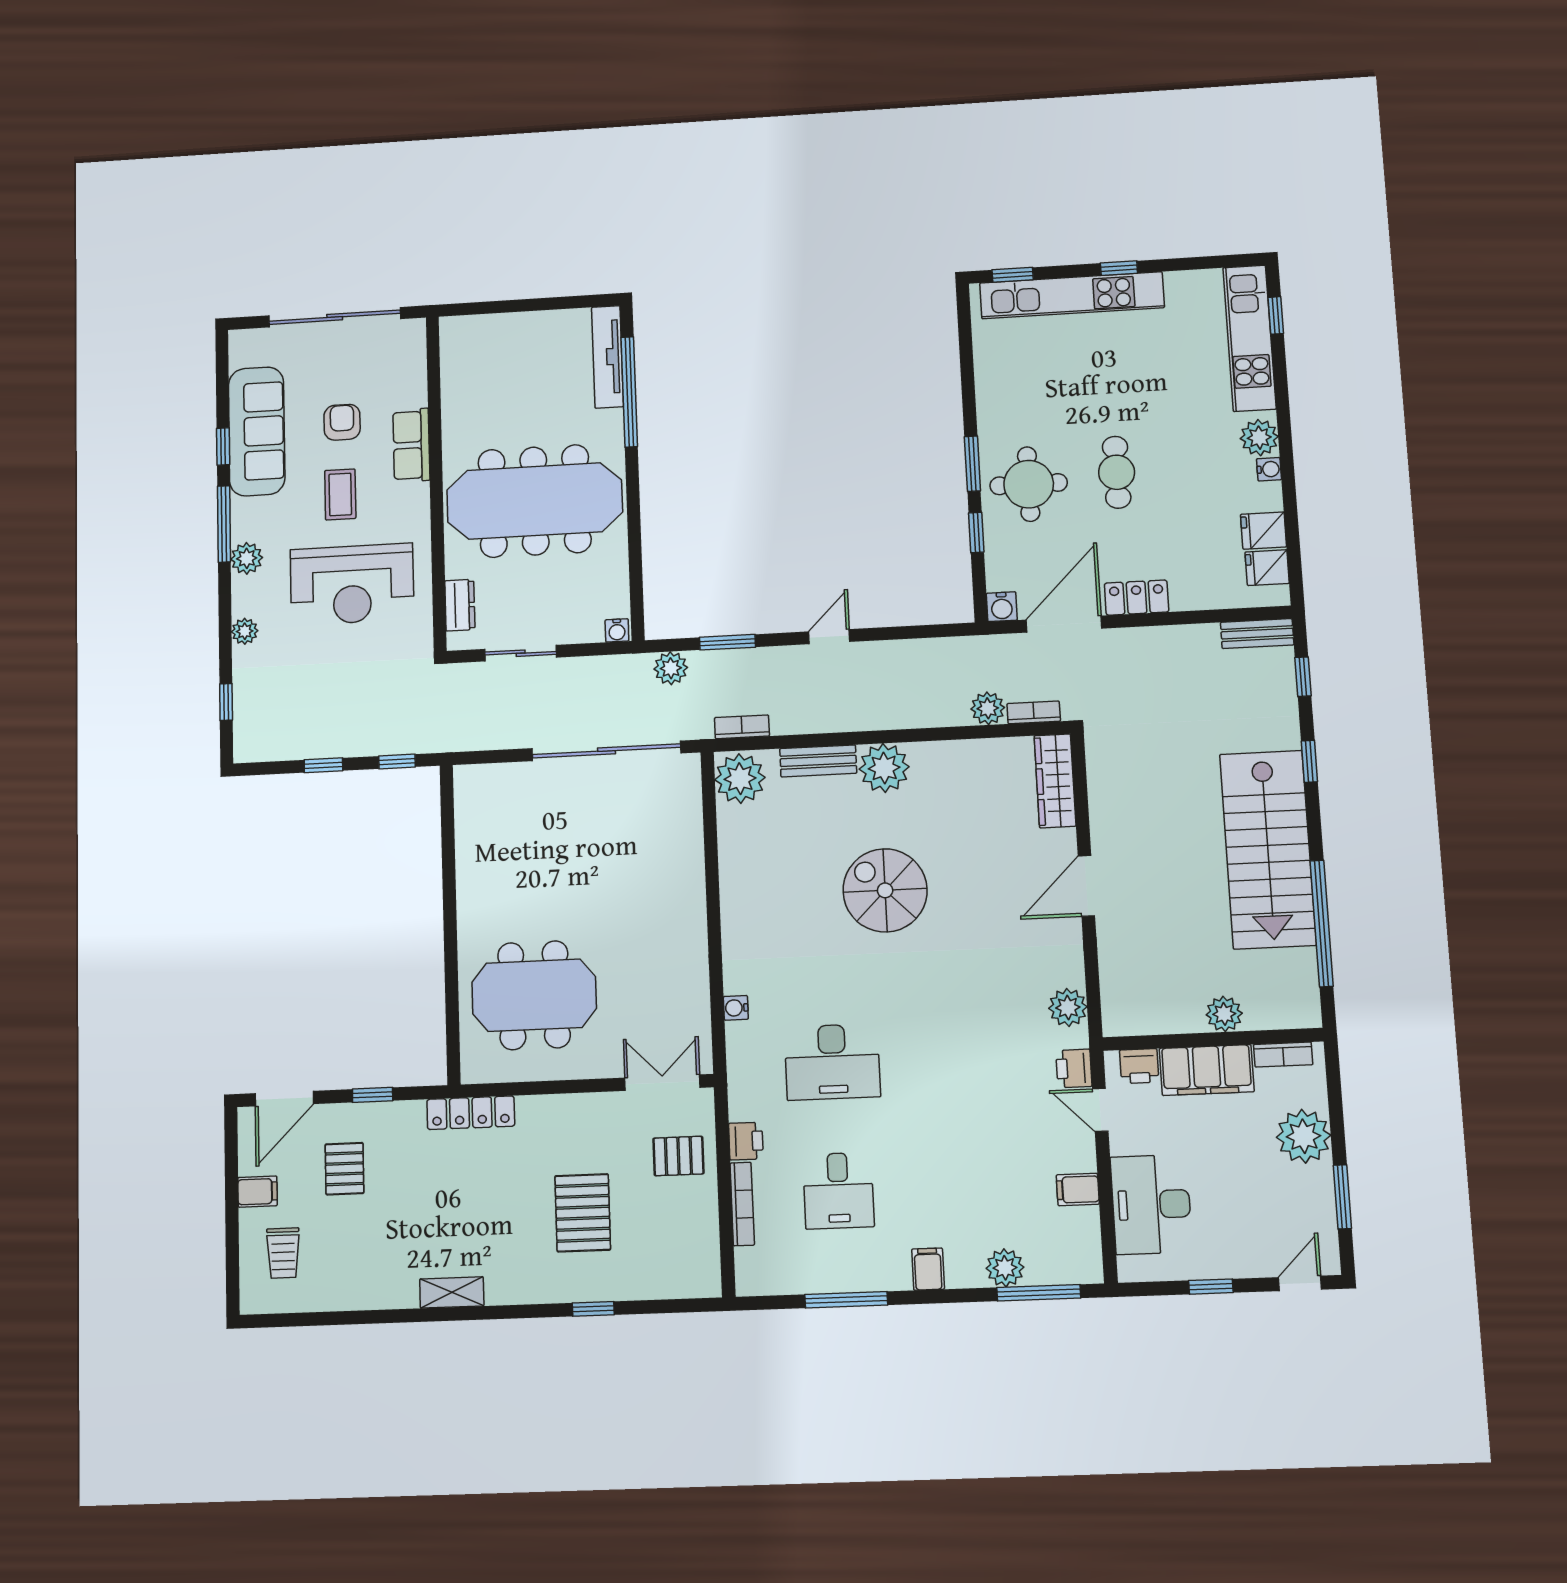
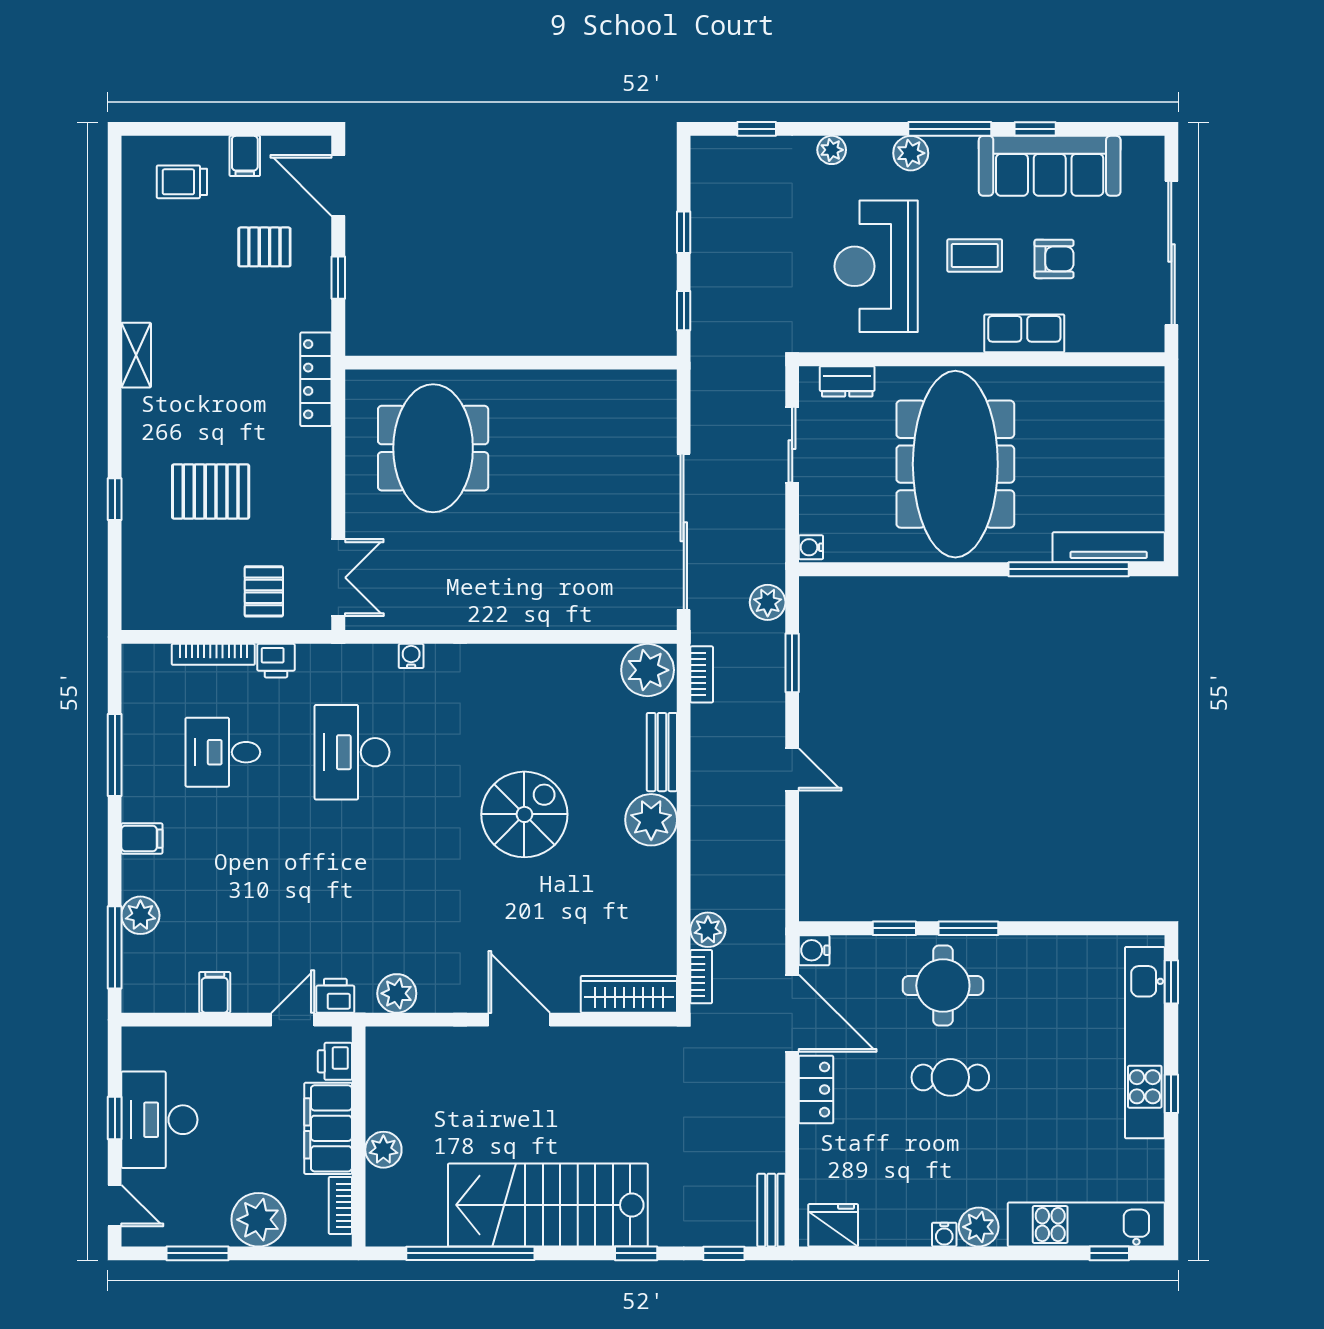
fridge: (1264, 531) -> (879, 1224), removed
fridge: (1267, 568) -> (833, 1225), width x1.38
desk: (1151, 1204) -> (159, 1120), moved, turned -90

